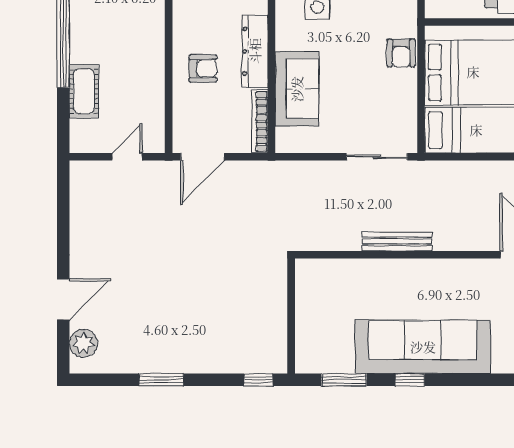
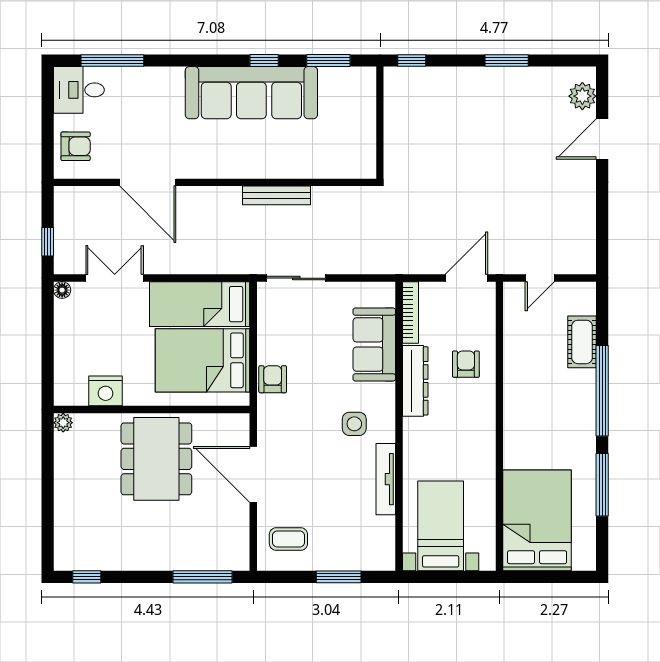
armchair: (203, 68) -> (466, 364), turned 90

